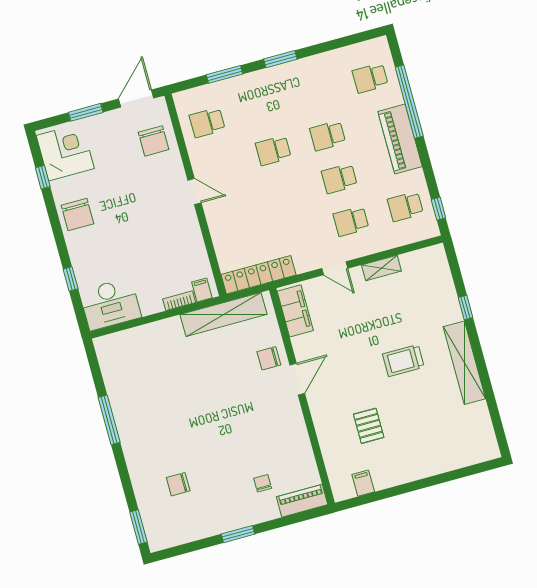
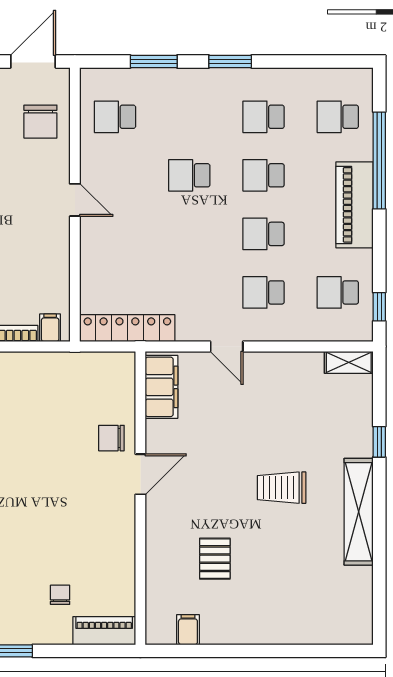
school desk: (316, 93) -> (264, 117), added
shelving: (381, 268) -> (349, 362), moved
shelving: (224, 314) -> (69, 366), removed

